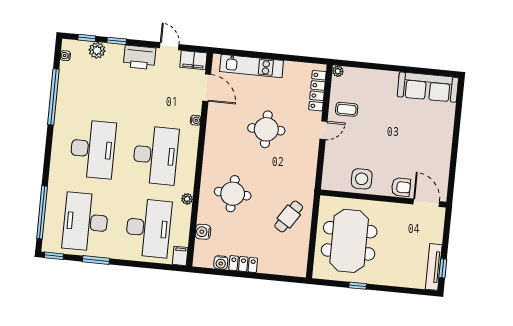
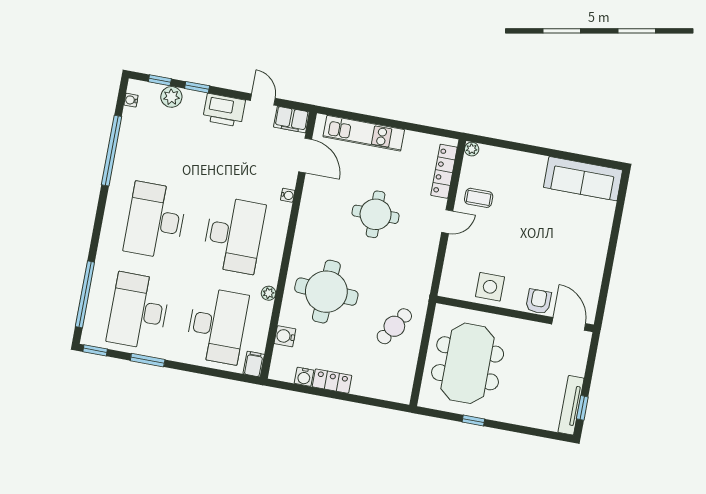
desk: (93, 149) -> (155, 221), turned 180
armchair: (401, 187) -> (539, 301), turned -90
round table: (233, 194) -> (326, 292), width x1.36, depth x1.36

